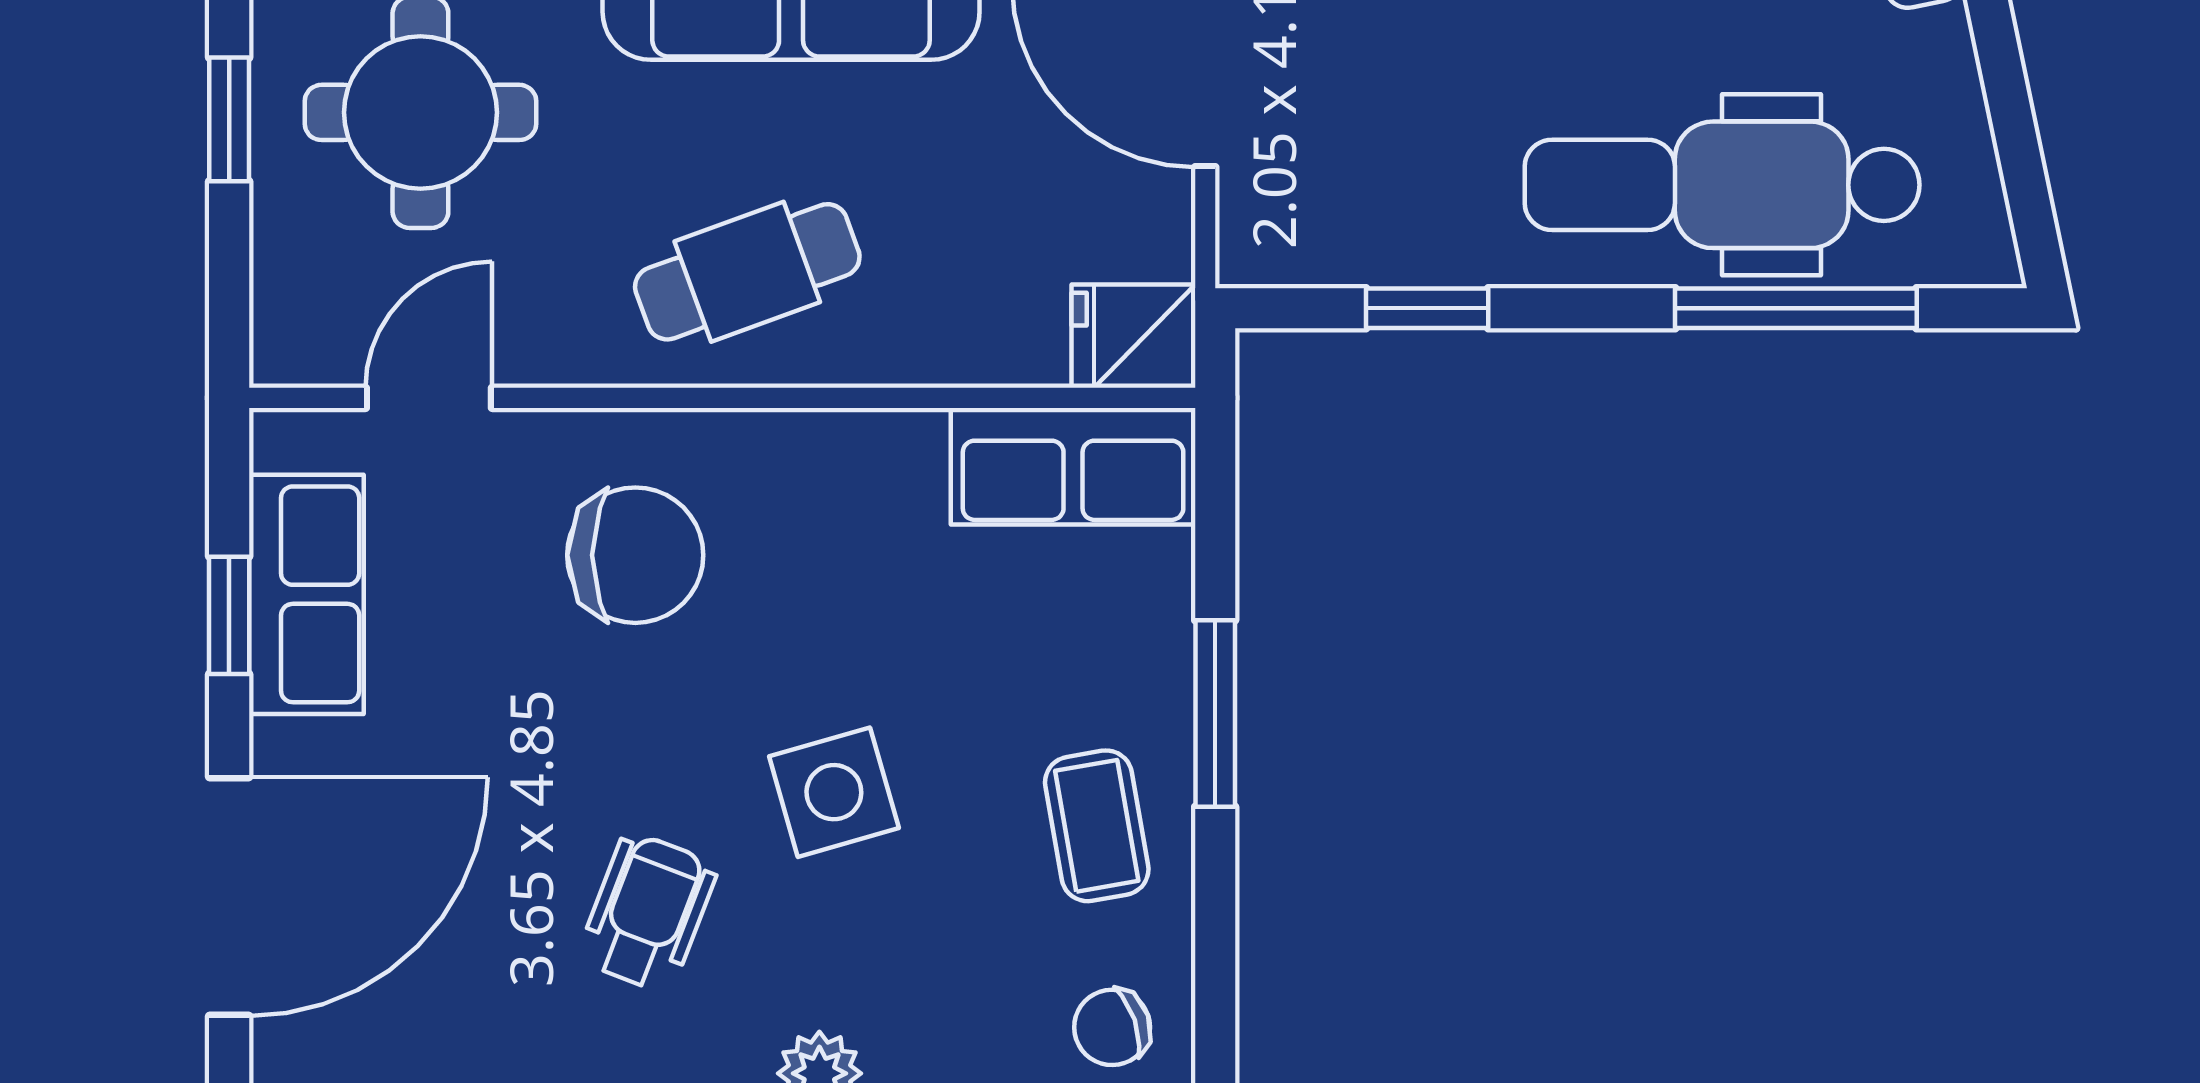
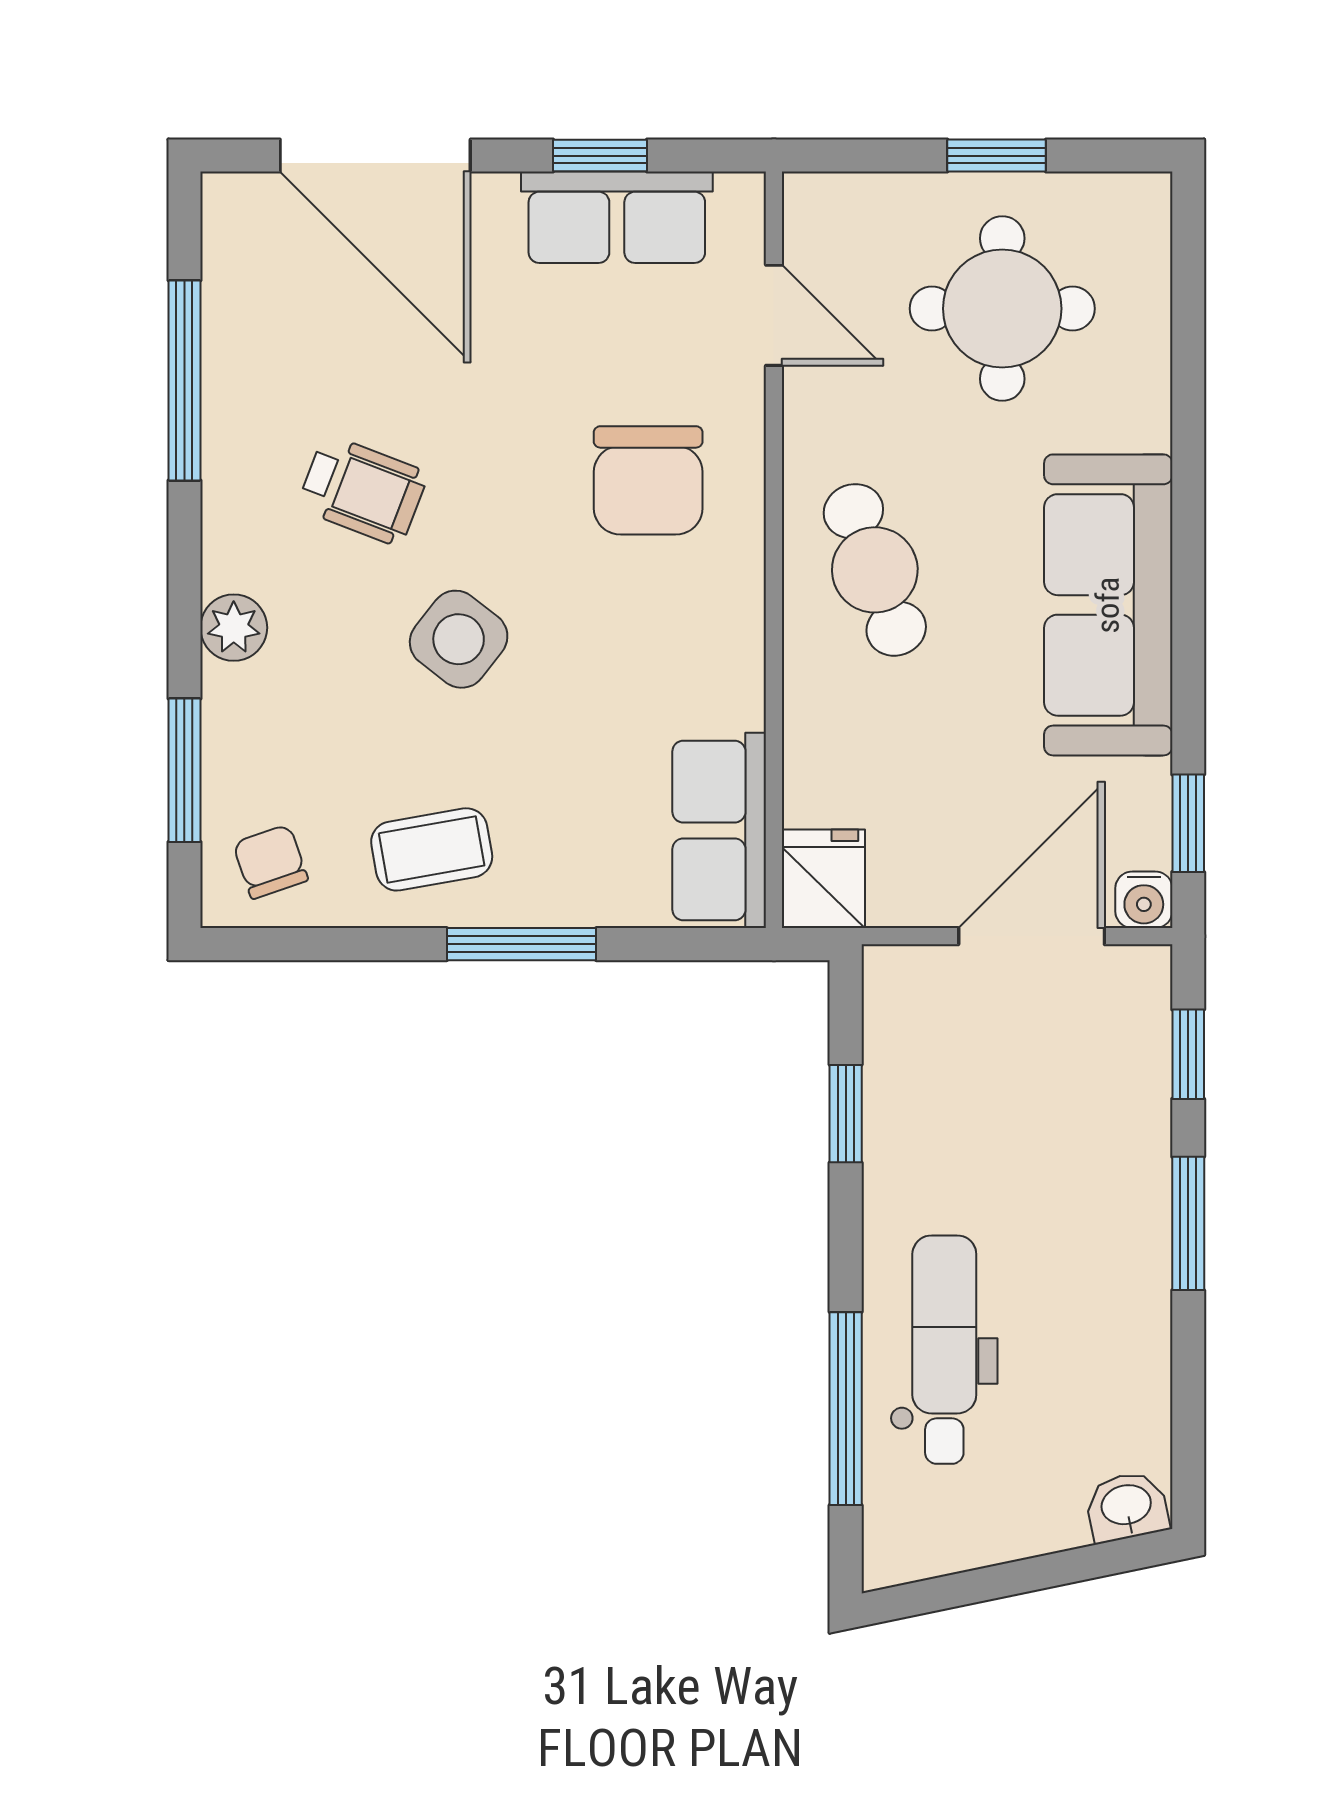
dental chair: (1722, 185) -> (944, 1350), width x0.73, depth x0.72
side table: (834, 792) -> (459, 639), turned -36

